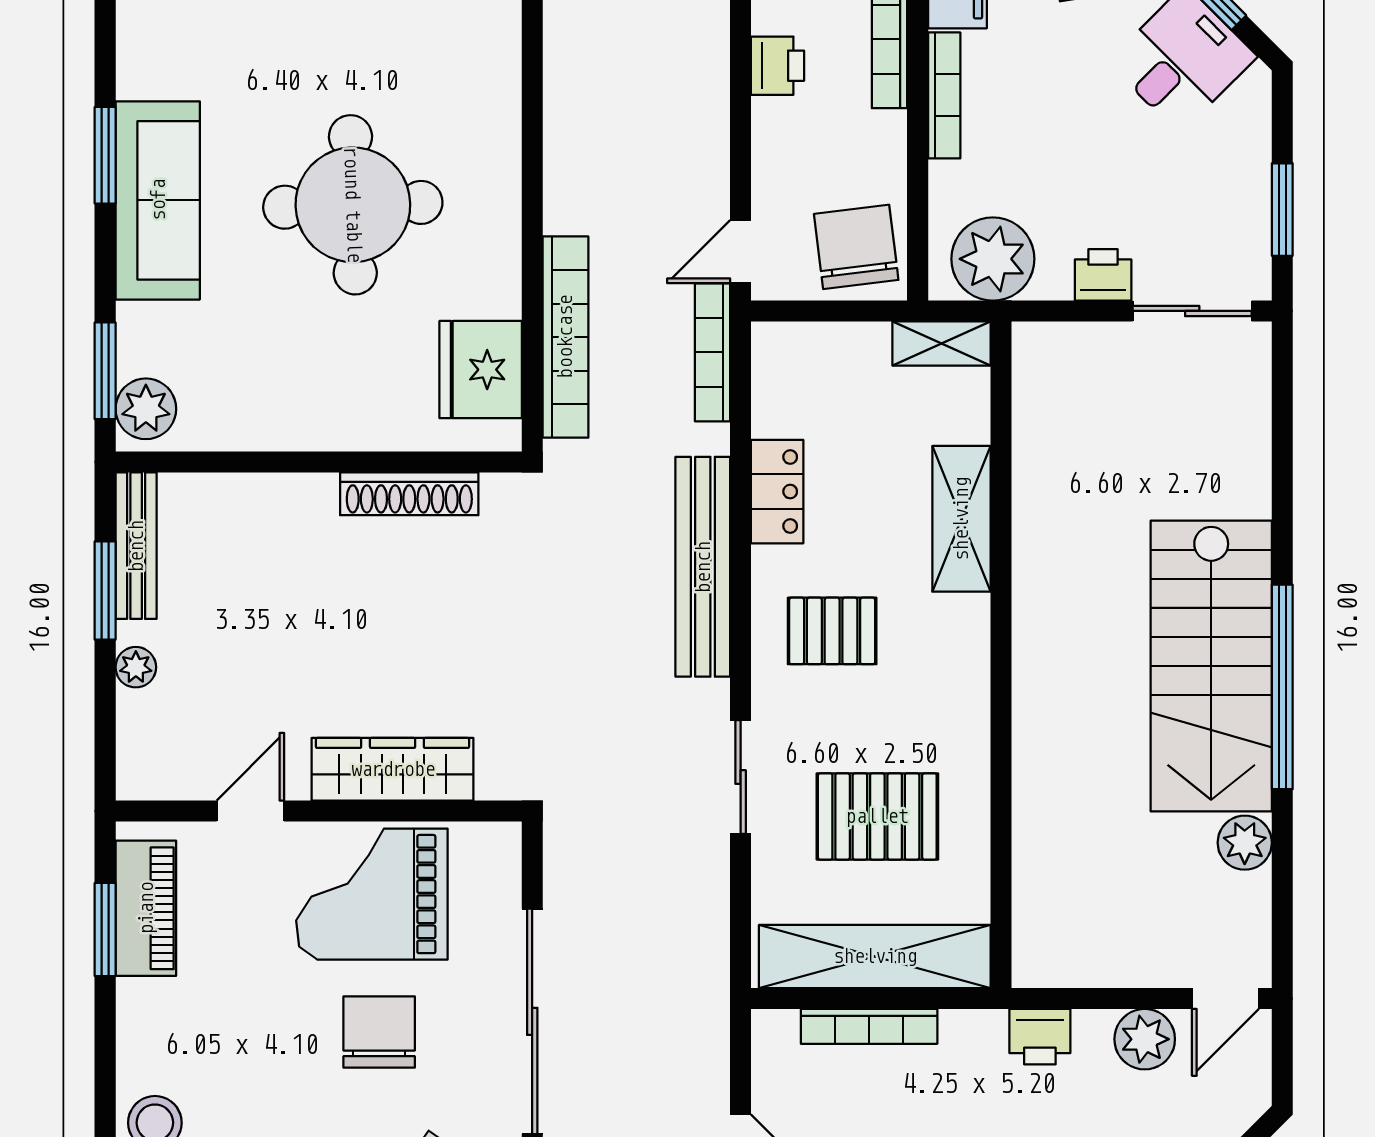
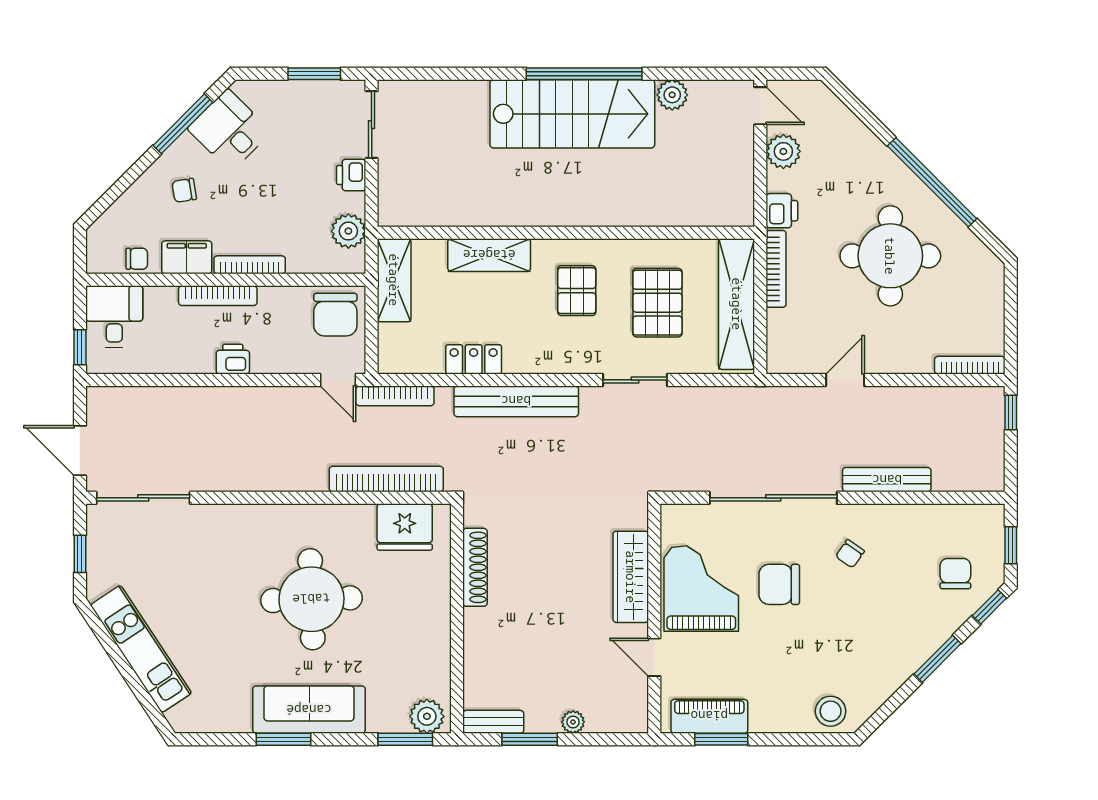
chair: (856, 247) -> (335, 315), turned -83
plant: (993, 259) -> (348, 231), width x0.73, depth x0.73
shelving: (941, 343) -> (394, 280), width x1.50, depth x1.33
bench: (136, 546) -> (493, 722), width x0.73
pallet: (832, 631) -> (577, 291), moved
grand piano: (372, 894) -> (701, 589), turned 180
bookcase: (869, 1026) -> (776, 269), moved

